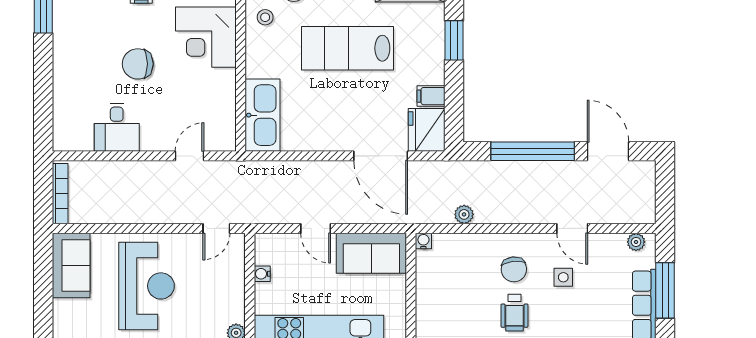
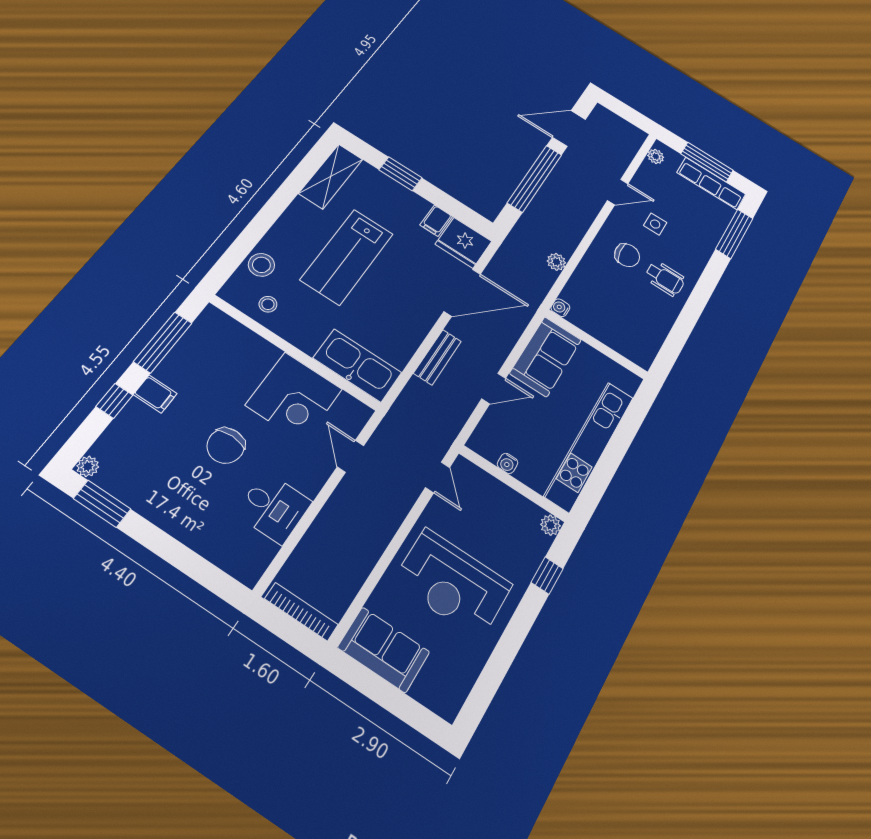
corner desk: (206, 37) -> (294, 397), moved
bench: (311, 170) -> (437, 357), added
reception desk: (147, 286) -> (453, 583), turned 180

